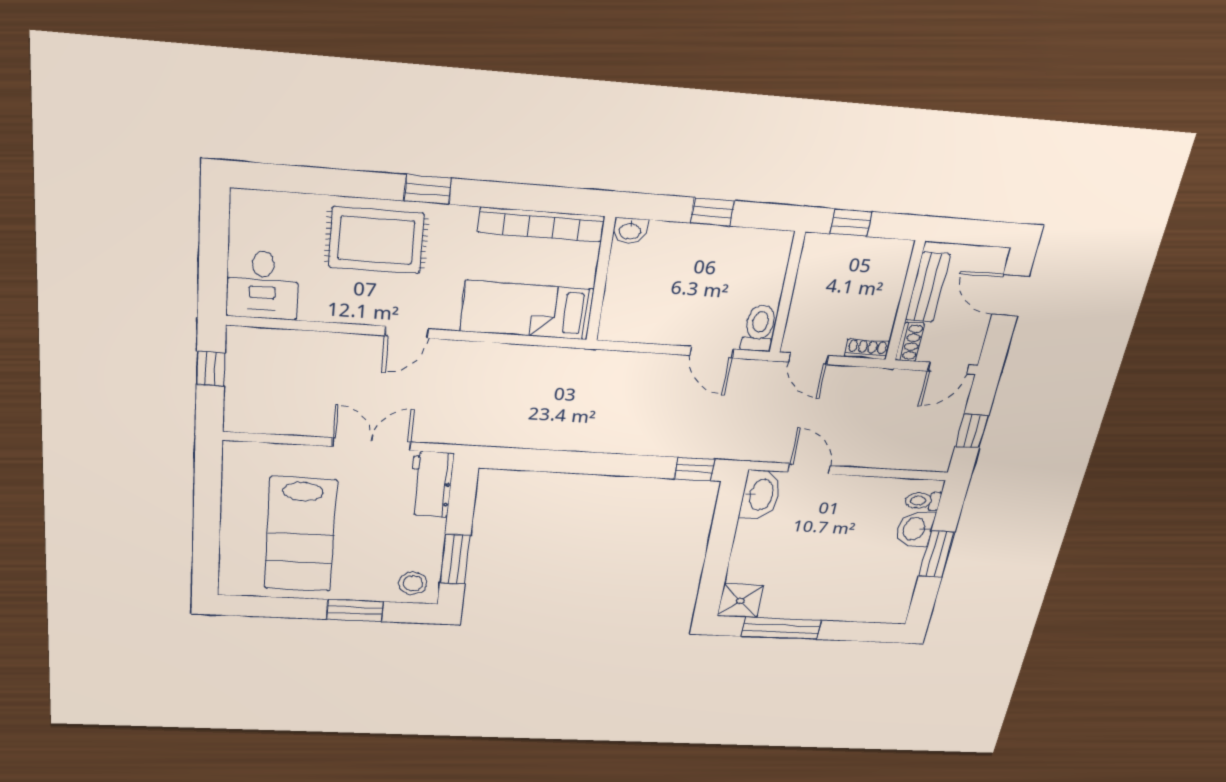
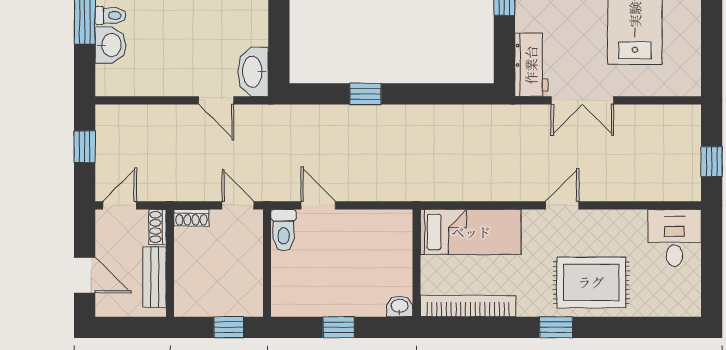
window: (695, 469) -> (365, 94), moved
toilet: (923, 501) -> (110, 15), moved

